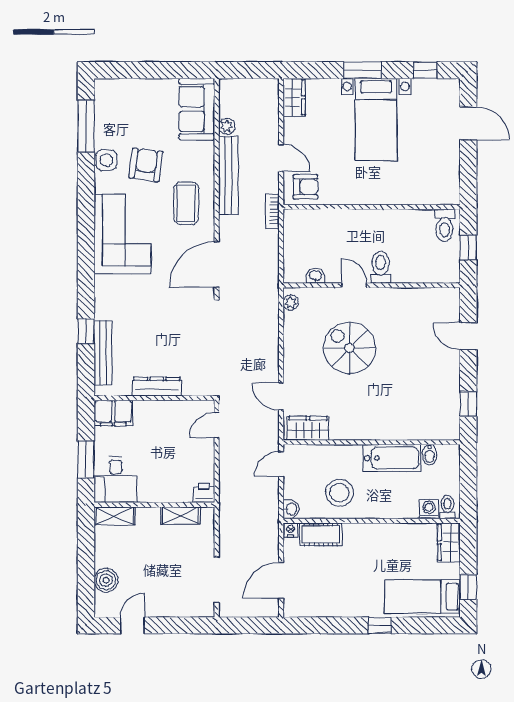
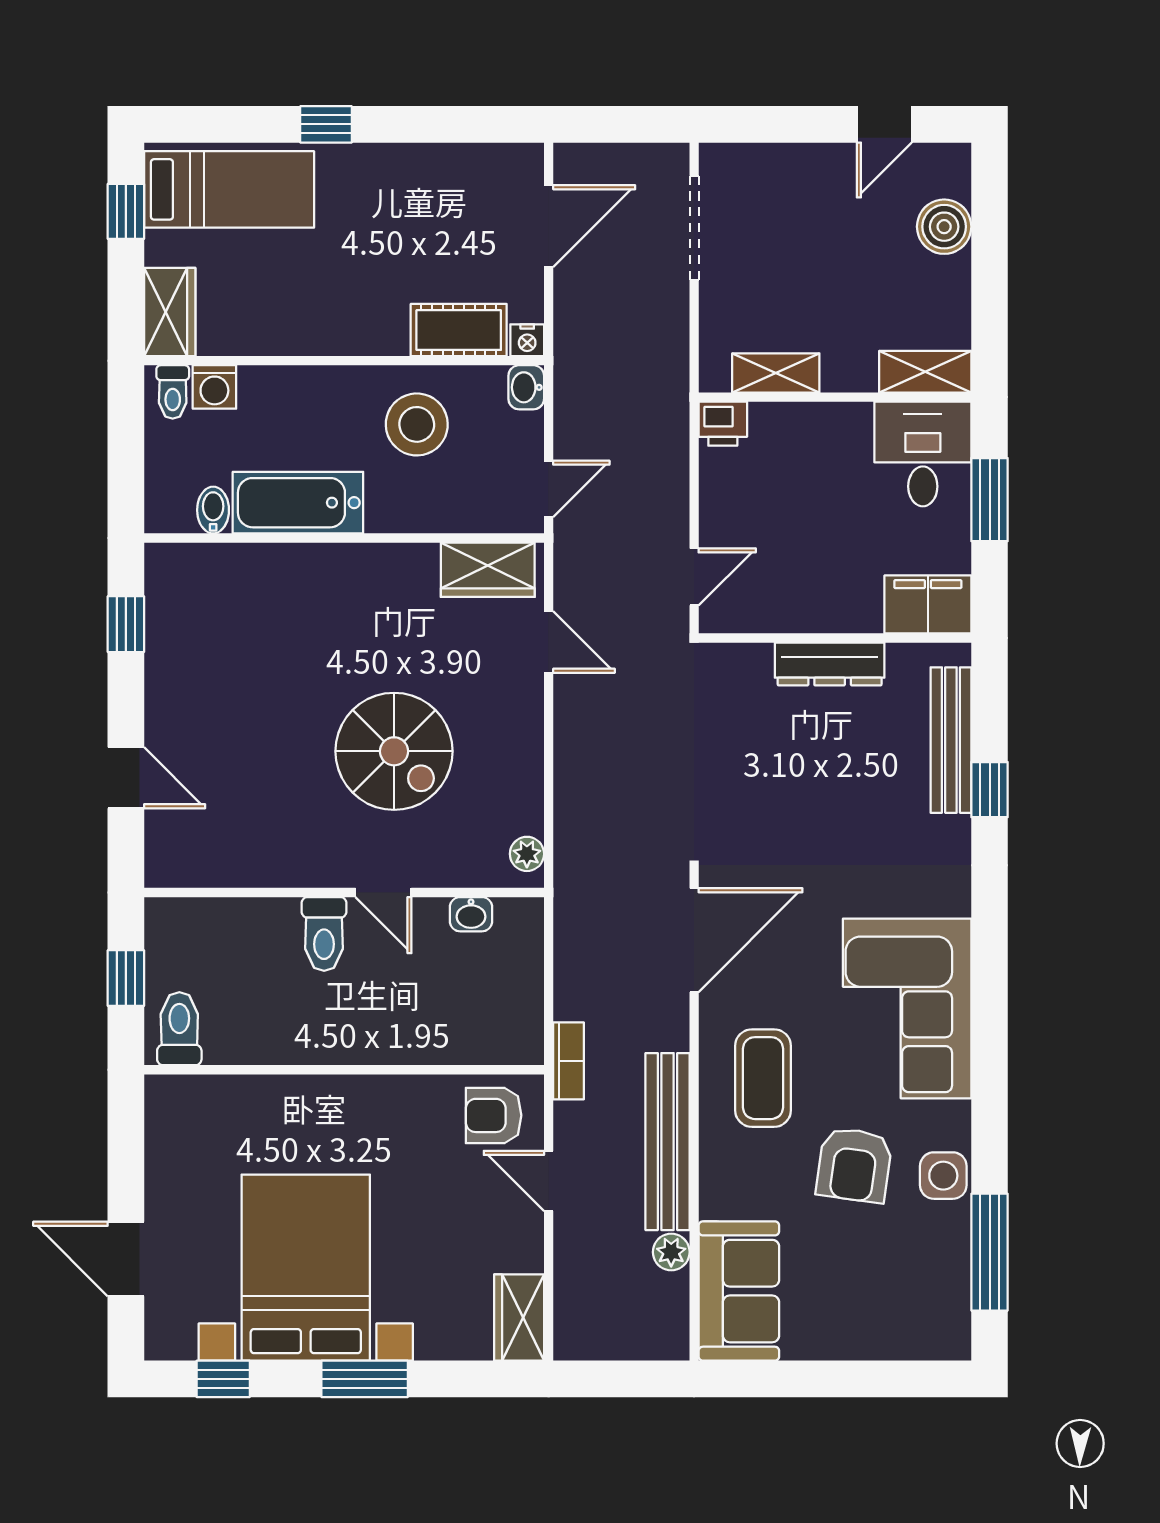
bed with nightstands: (376, 119) -> (306, 1268), width x1.36

